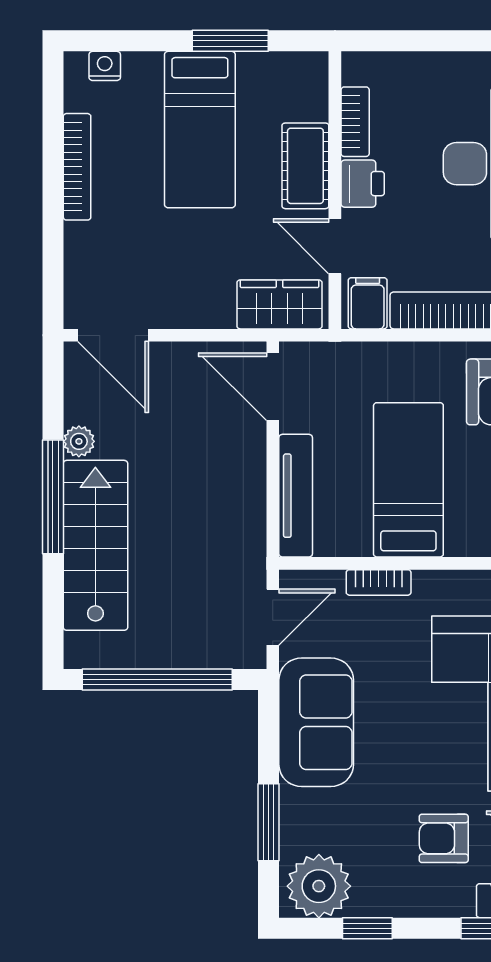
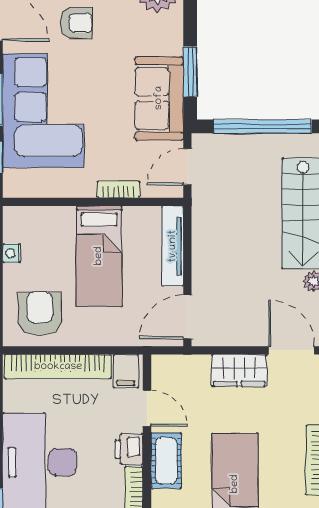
wardrobe: (279, 304) -> (239, 370), moved
door: (273, 387) -> (187, 317), swing flipped
window: (269, 822) -> (190, 72), moved

